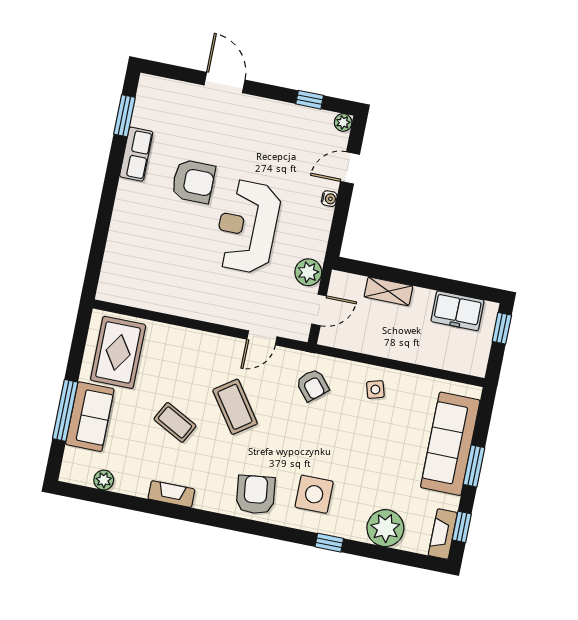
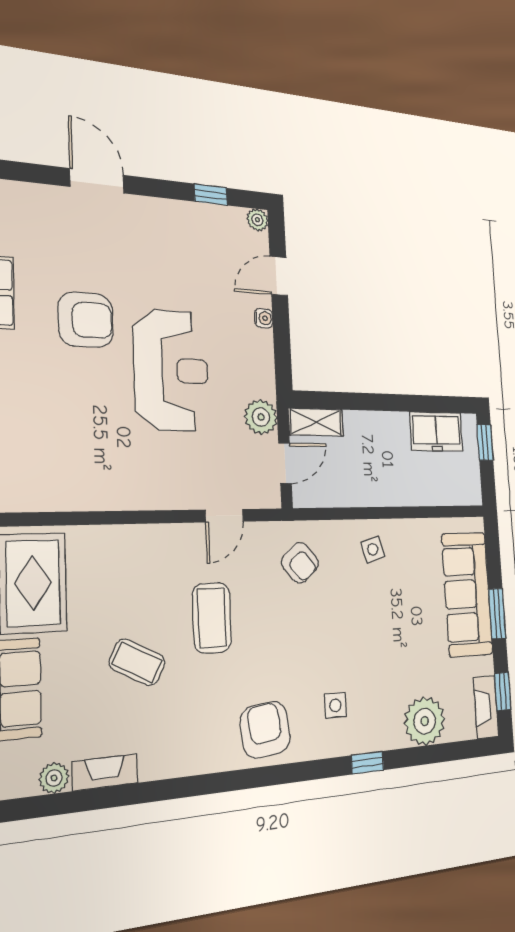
reception desk: (247, 227) -> (171, 370), turned 180
shelving: (388, 291) -> (316, 422), moved
coffee table: (235, 407) -> (212, 618), turned 35
fireplace: (171, 494) -> (105, 772), moved
side table: (314, 494) -> (335, 705), width x0.54, depth x0.54

